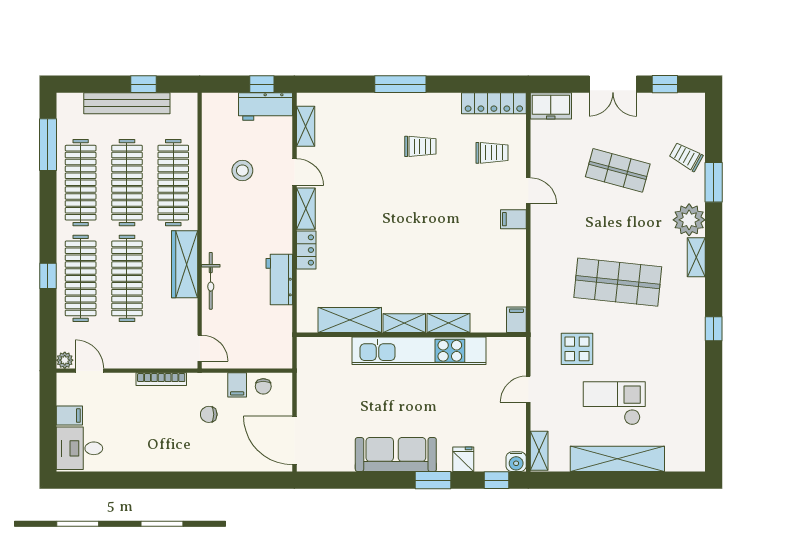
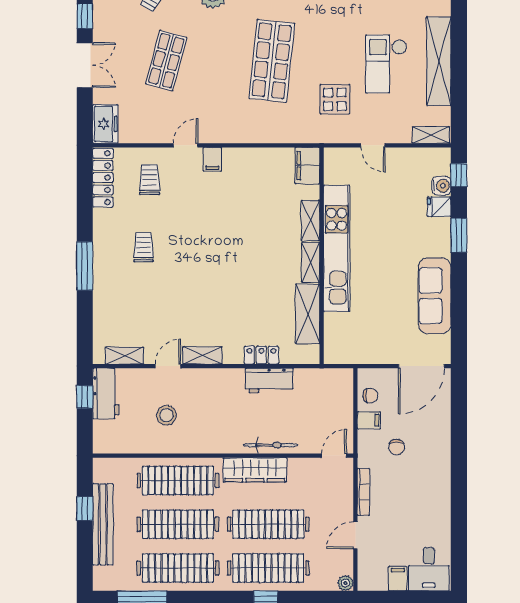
locker: (306, 250) -> (261, 355), moved
filing cabinet: (516, 320) -> (307, 166), width x2.00
door: (90, 371) -> (355, 535), moved
sofa: (396, 455) -> (435, 296), moved
water cooler: (516, 462) -> (441, 186), moved

